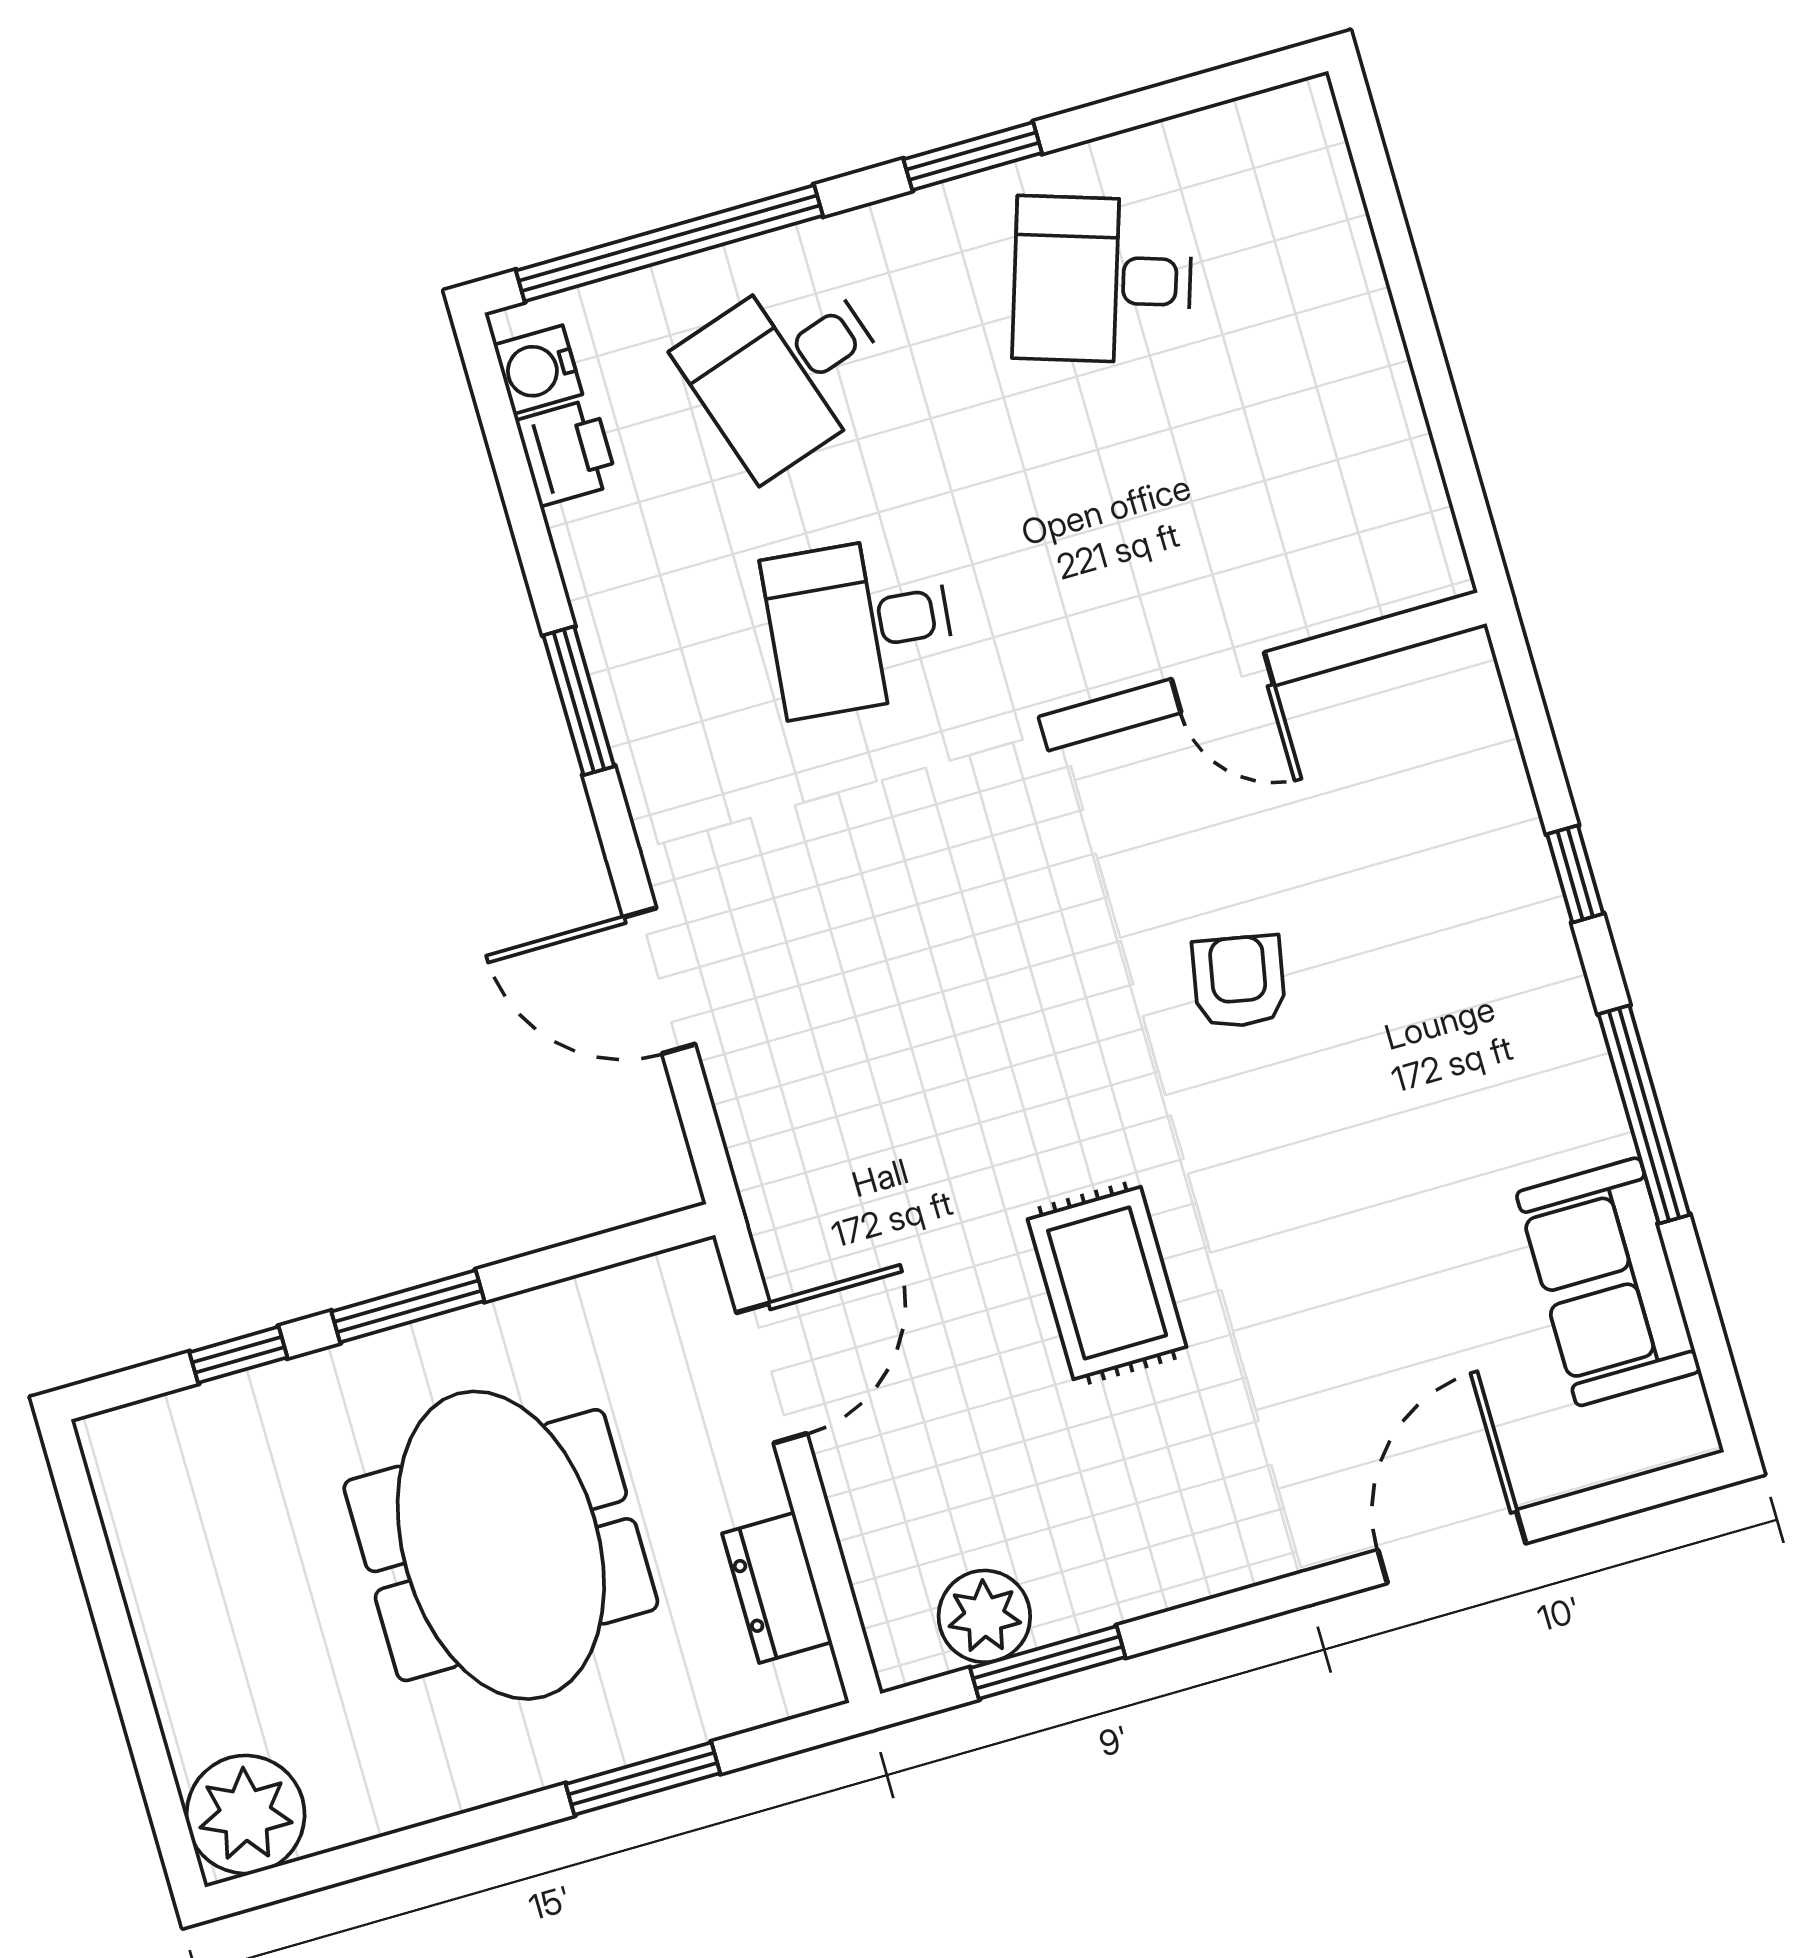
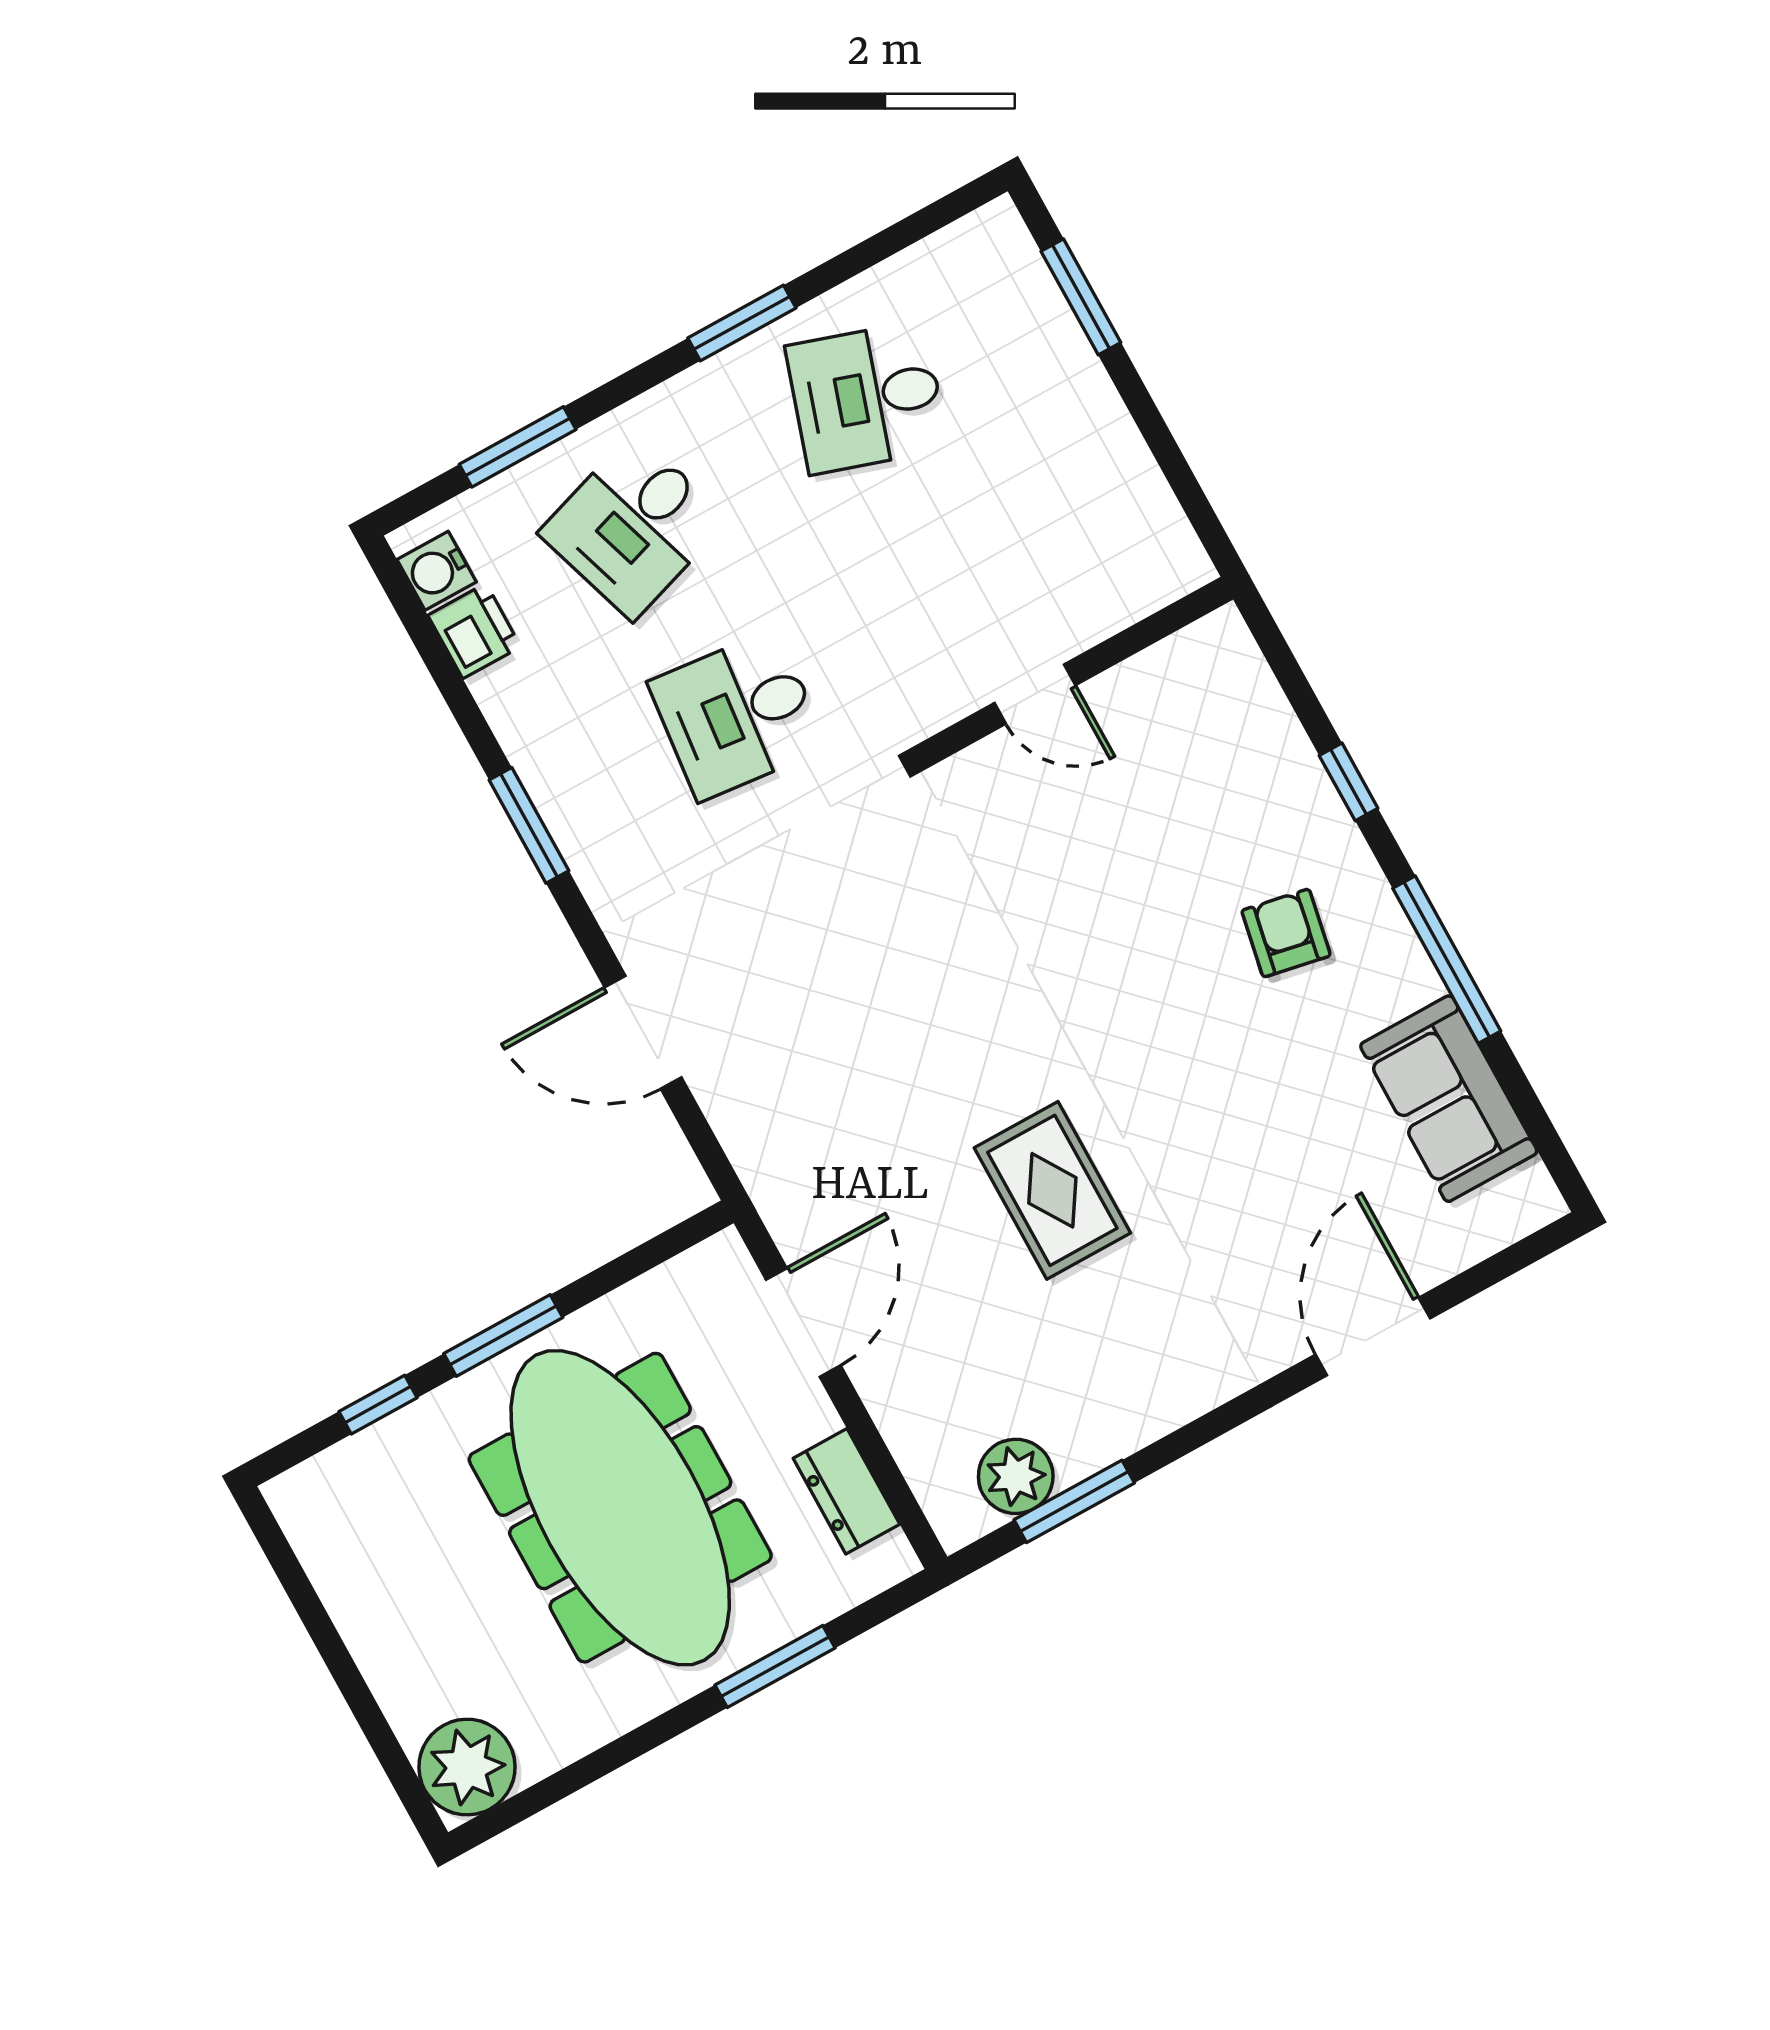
window: (1387, 218) -> (1081, 297), added
window: (669, 243) -> (518, 447), width x0.47
armchair: (1239, 982) -> (1286, 933), moved
meeting table: (501, 1545) -> (620, 1508), width x1.36

